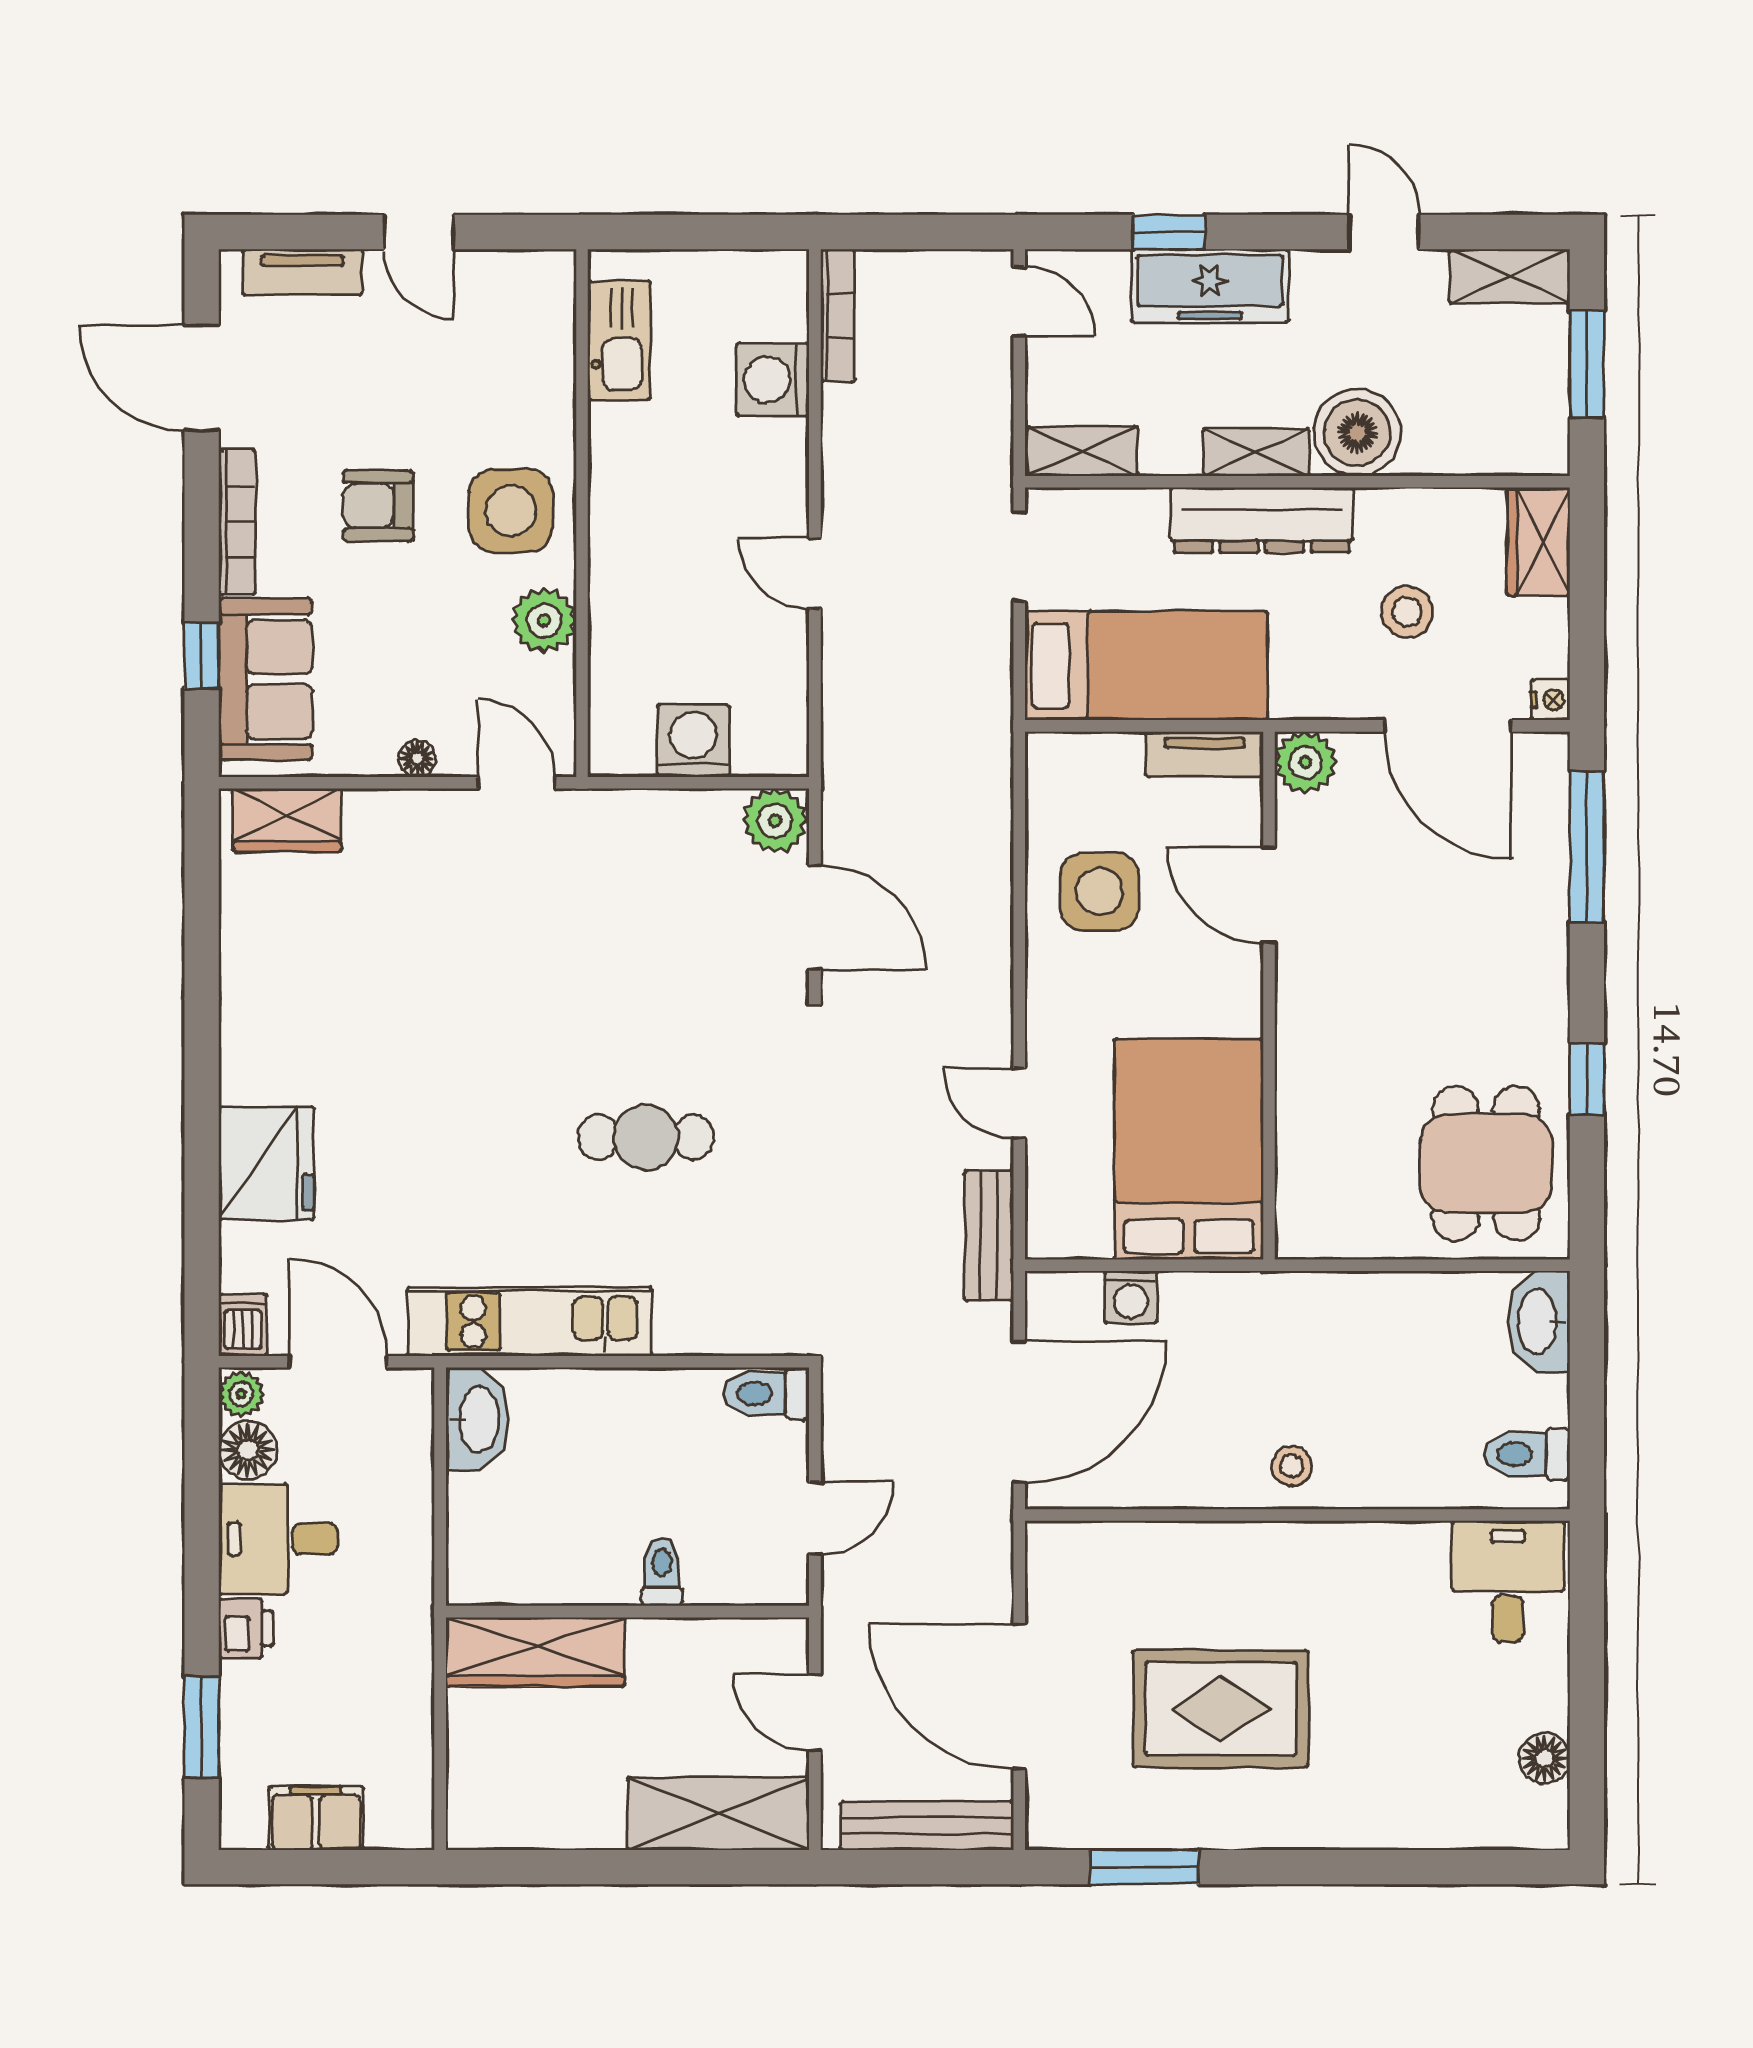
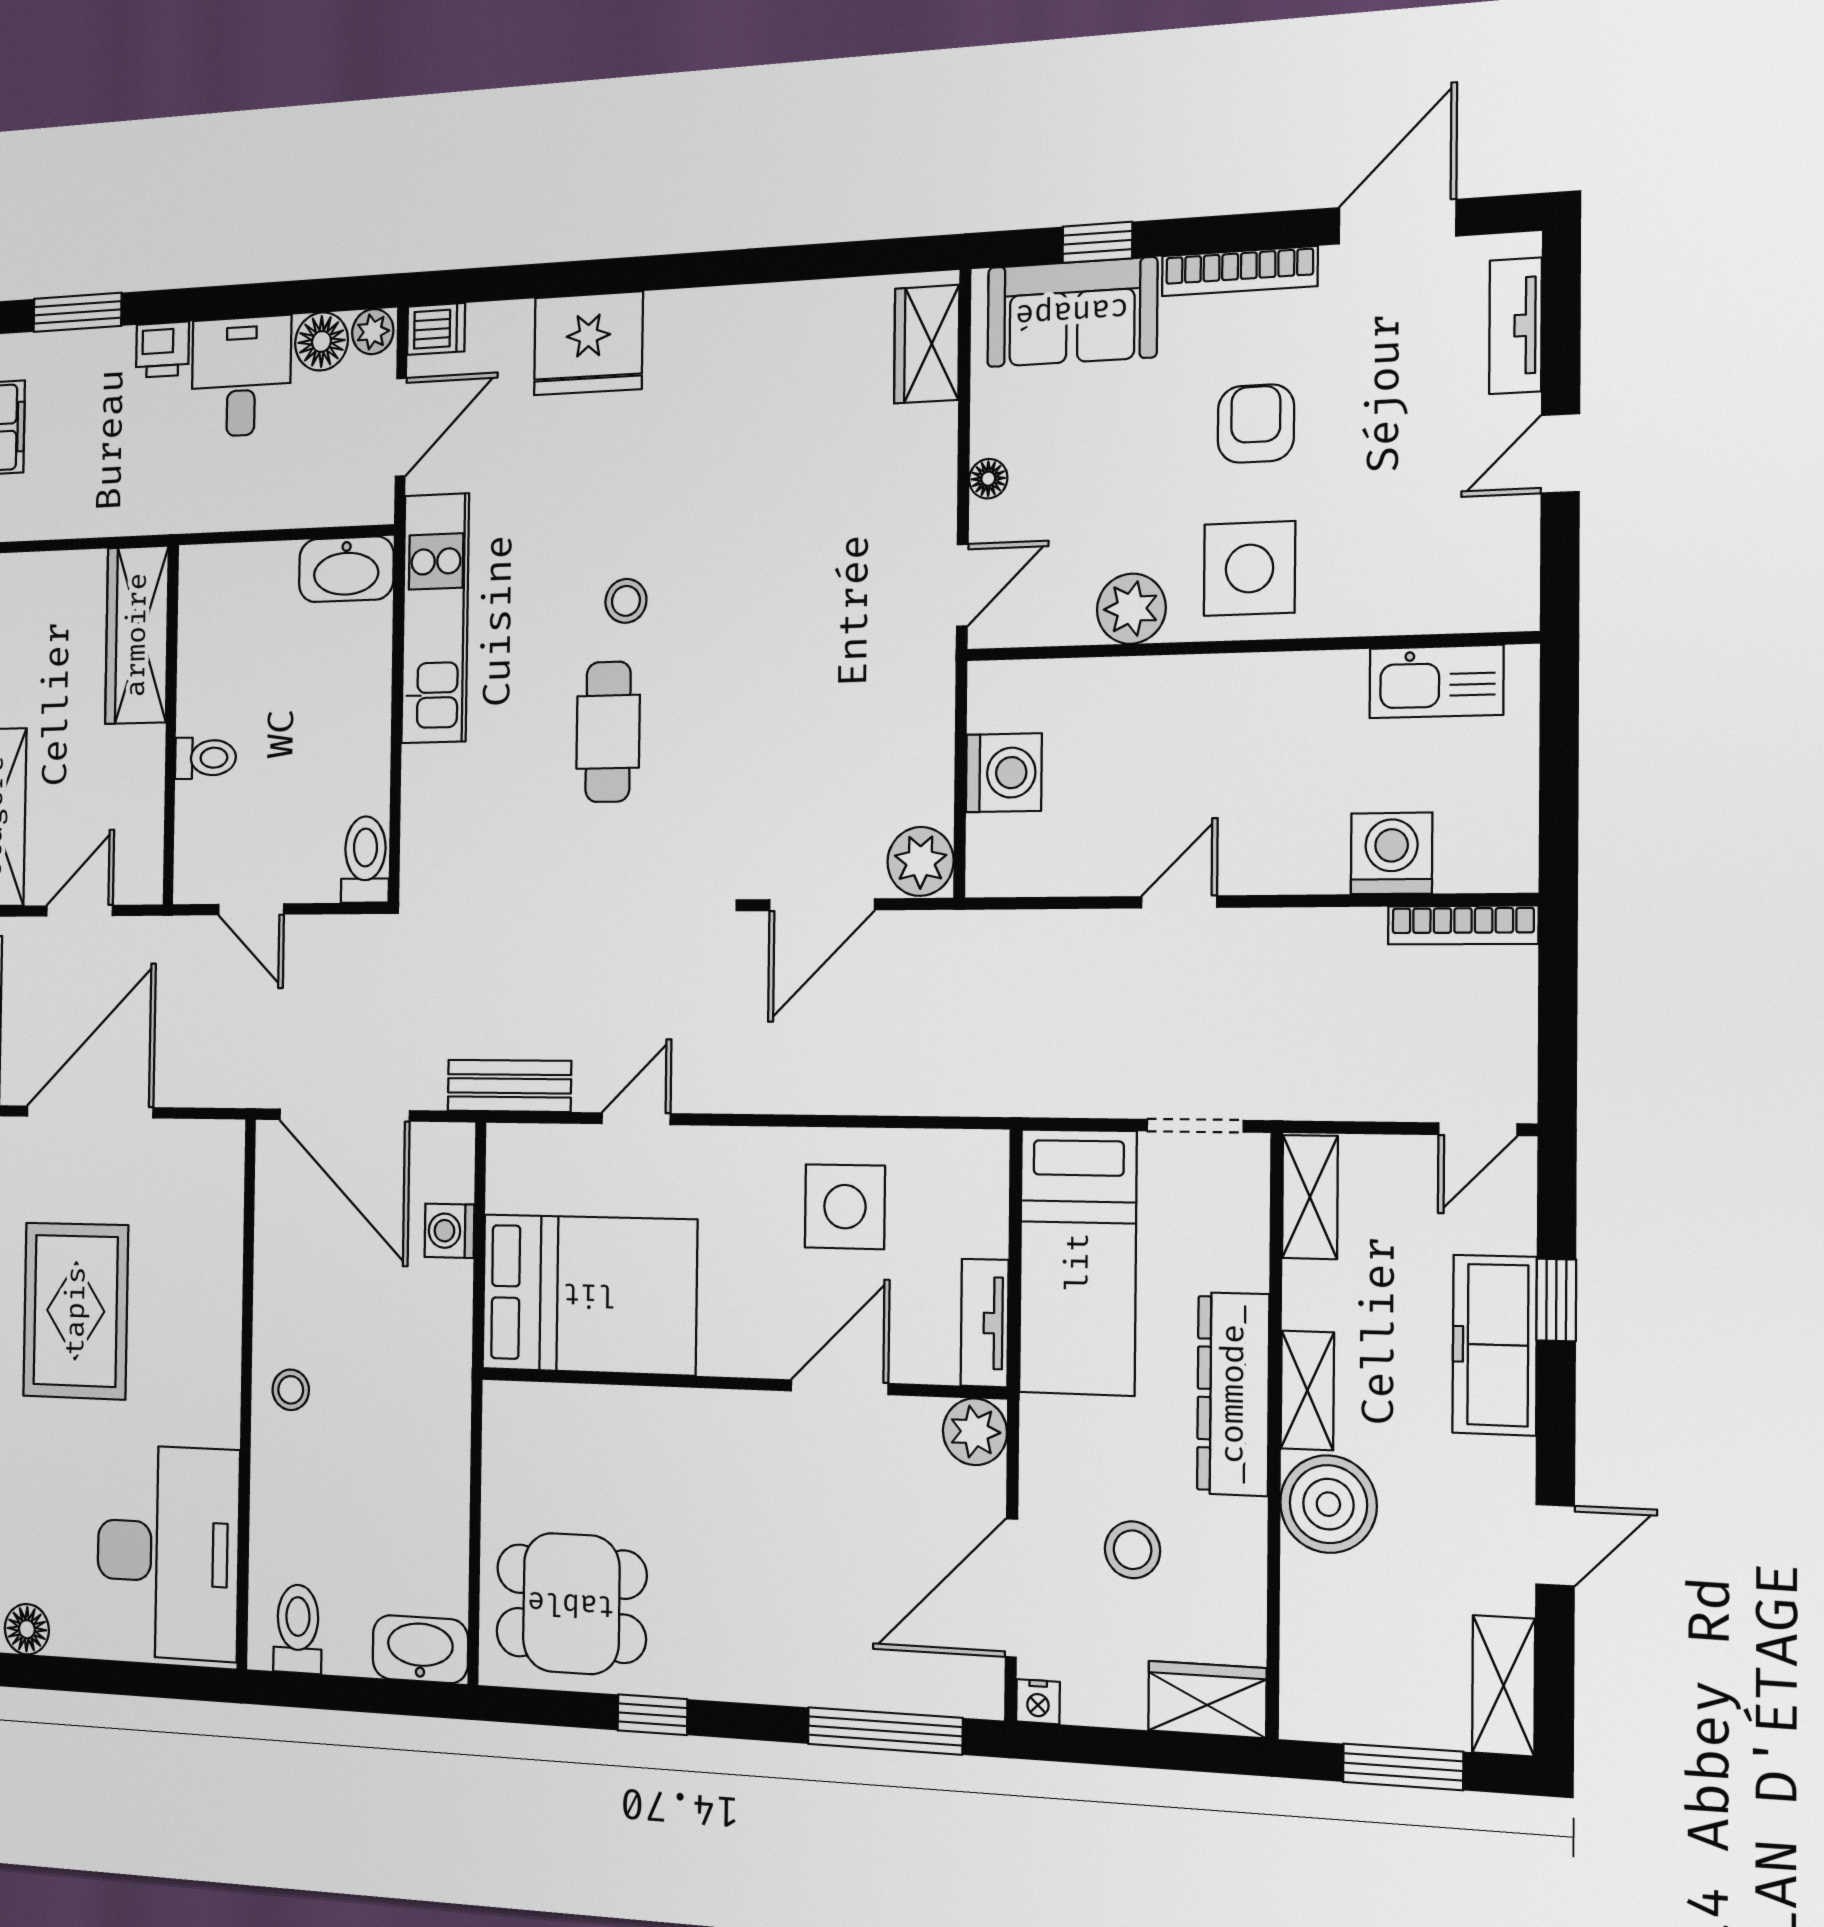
stool: (519, 1120) -> (626, 601), added
desk: (1508, 1581) -> (168, 1552), width x1.87, depth x1.30

